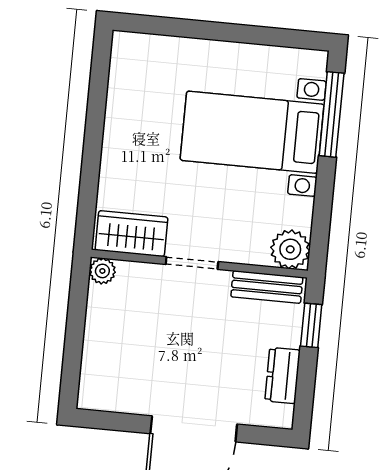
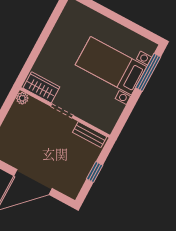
plant: (290, 249) -> (106, 123), removed
window: (311, 325) -> (95, 172), moved
dresser: (283, 375) -> (81, 175), removed

